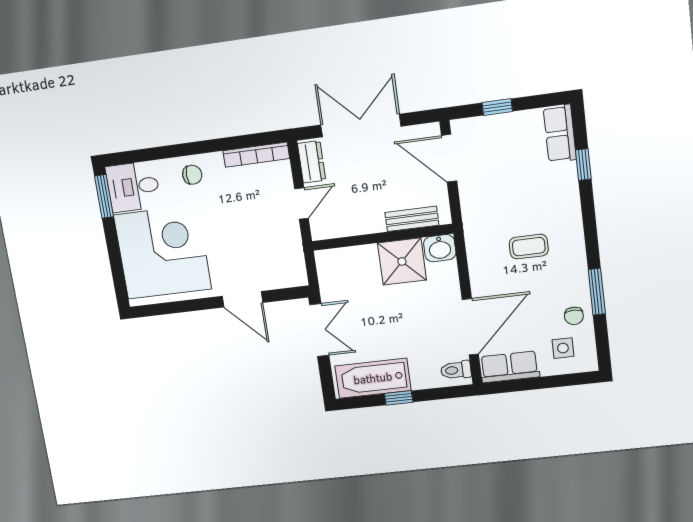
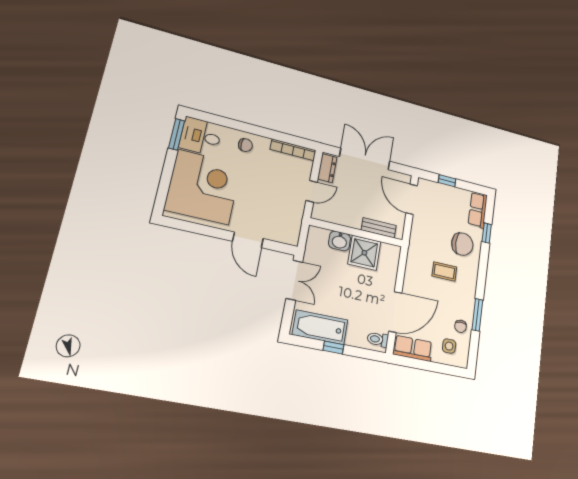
chair: (547, 196) -> (462, 244), added
washbasin: (440, 248) -> (340, 241), moved

